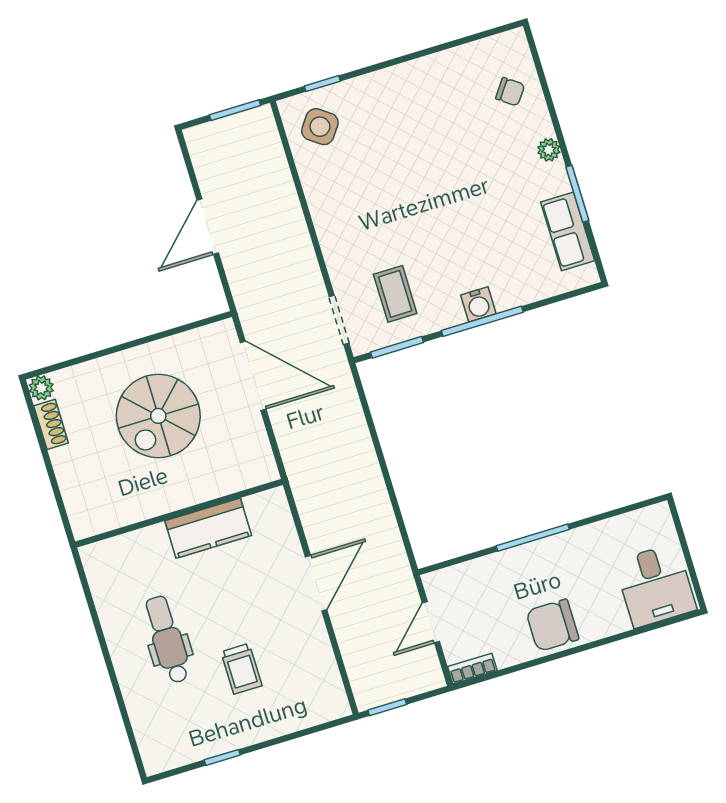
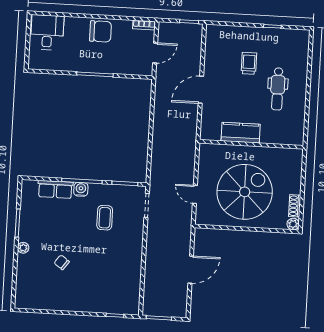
chair: (510, 92) -> (62, 262), moved
side table: (320, 127) -> (123, 296), removed
row of seats: (568, 231) -> (55, 189), moved, turned 90
coffee table: (395, 294) -> (105, 218), moved
door: (253, 376) -> (195, 194), width x0.53
spiral stairs: (158, 416) -> (245, 192), width x1.37, depth x1.37

